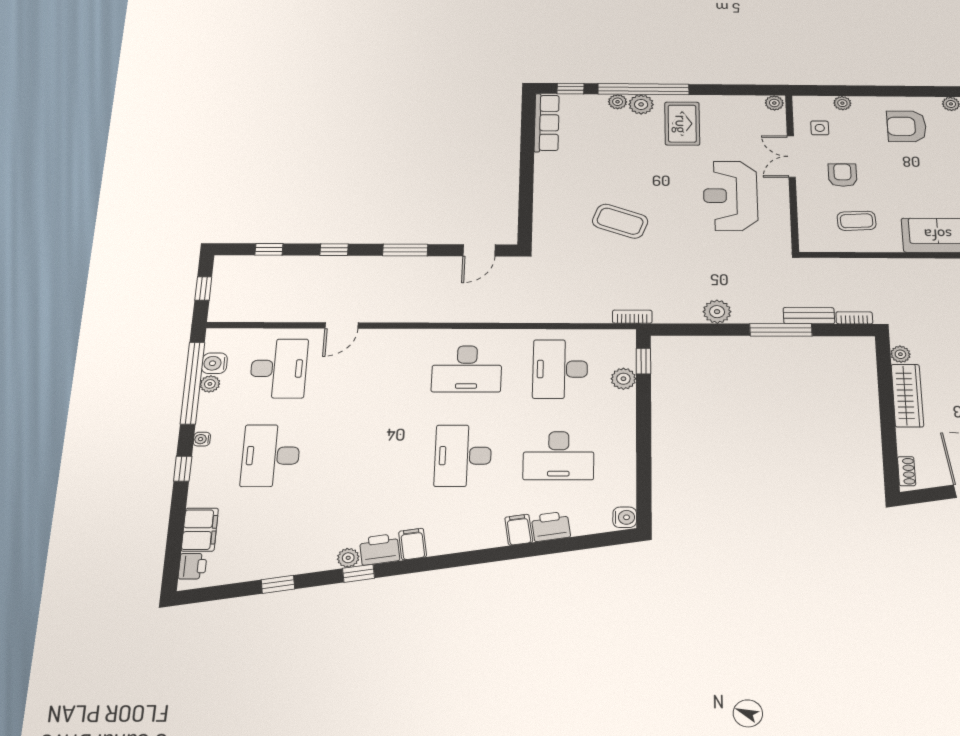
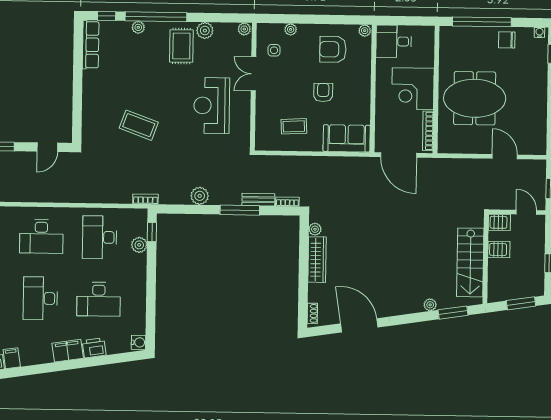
plant: (641, 104) -> (205, 31), moved
armchair: (843, 175) -> (323, 93), moved
filing cabinet: (519, 530) -> (68, 351), width x2.00

